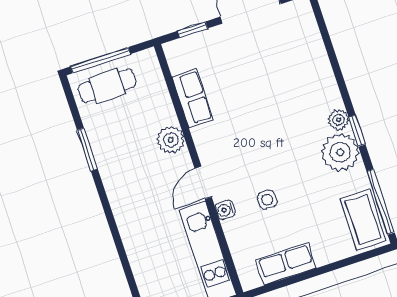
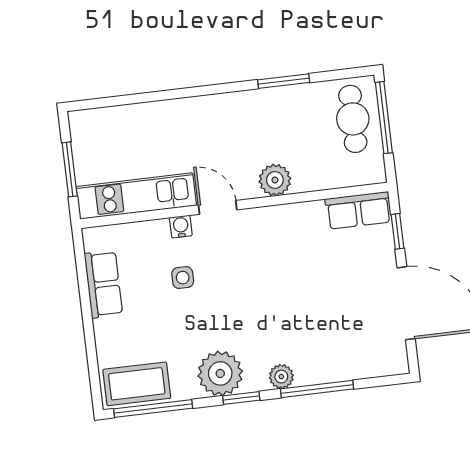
window: (337, 70) -> (317, 389), added
row of seats: (193, 98) -> (358, 210), moved
plant: (339, 120) -> (281, 377), moved

